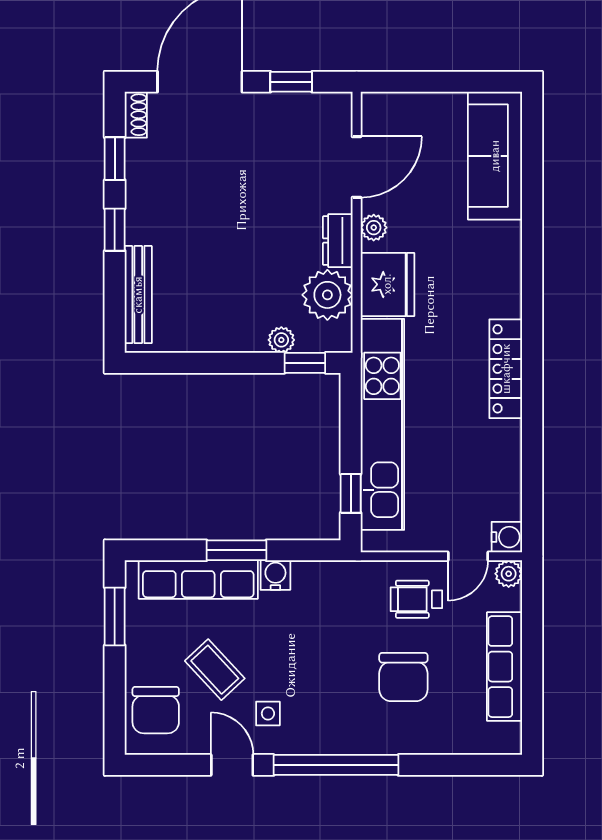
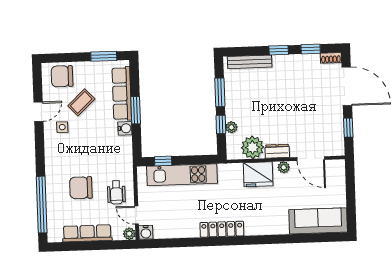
window: (203, 363) -> (220, 92), added
window: (305, 363) -> (221, 124), moved
kitchen unit: (382, 424) -> (182, 175), width x0.73
wheelchair: (416, 599) -> (116, 192), turned 180
window: (336, 765) -> (42, 205), moved

